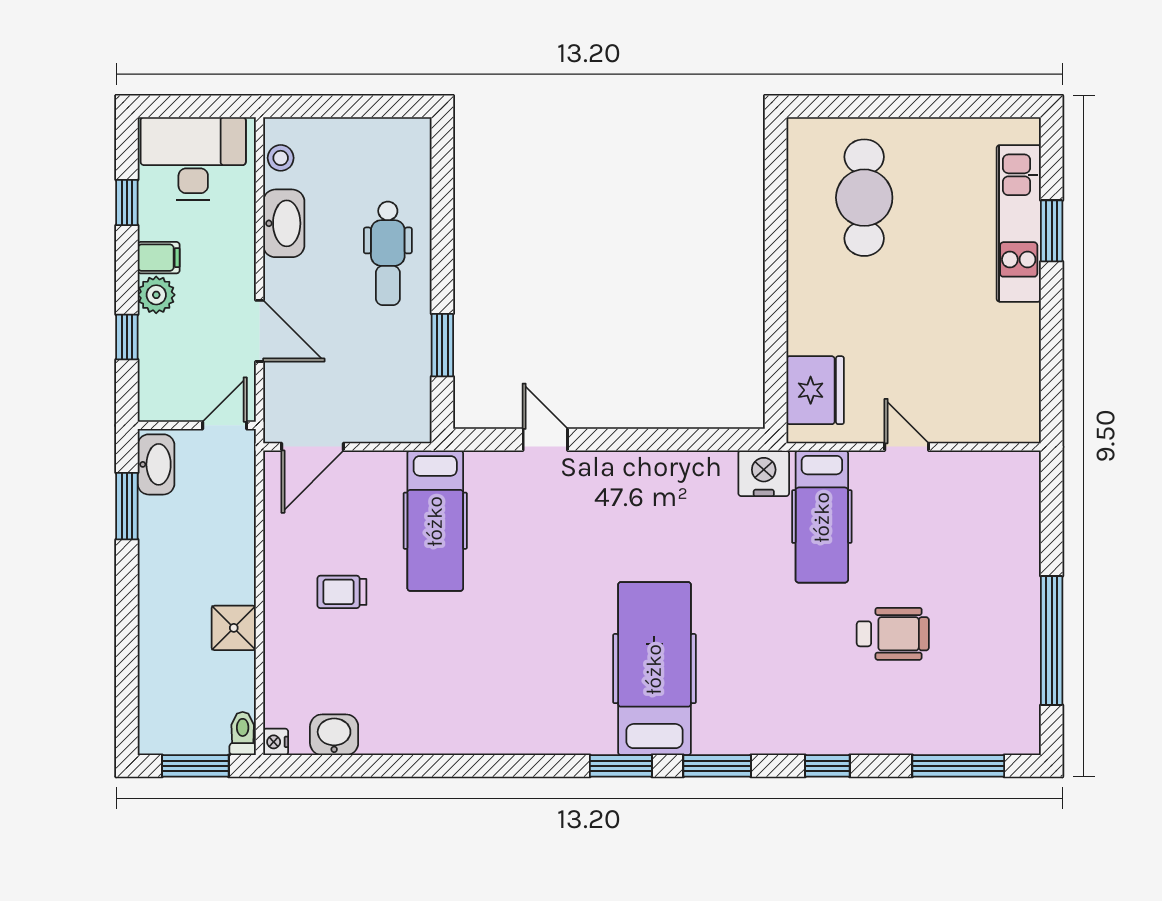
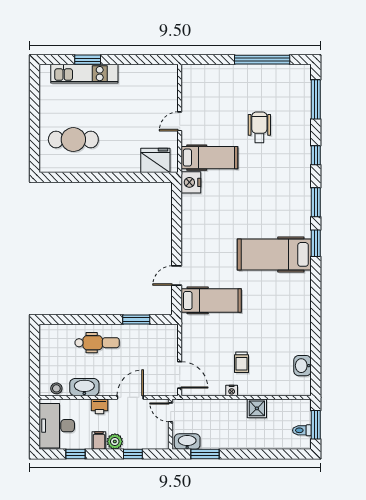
printer: (239, 259) -> (100, 406), added
hospital bed: (435, 521) -> (211, 300), moved
hospital bed: (654, 669) -> (274, 254), moved
toilet: (243, 734) -> (302, 430), moved
nightstand: (276, 742) -> (232, 391), moved

